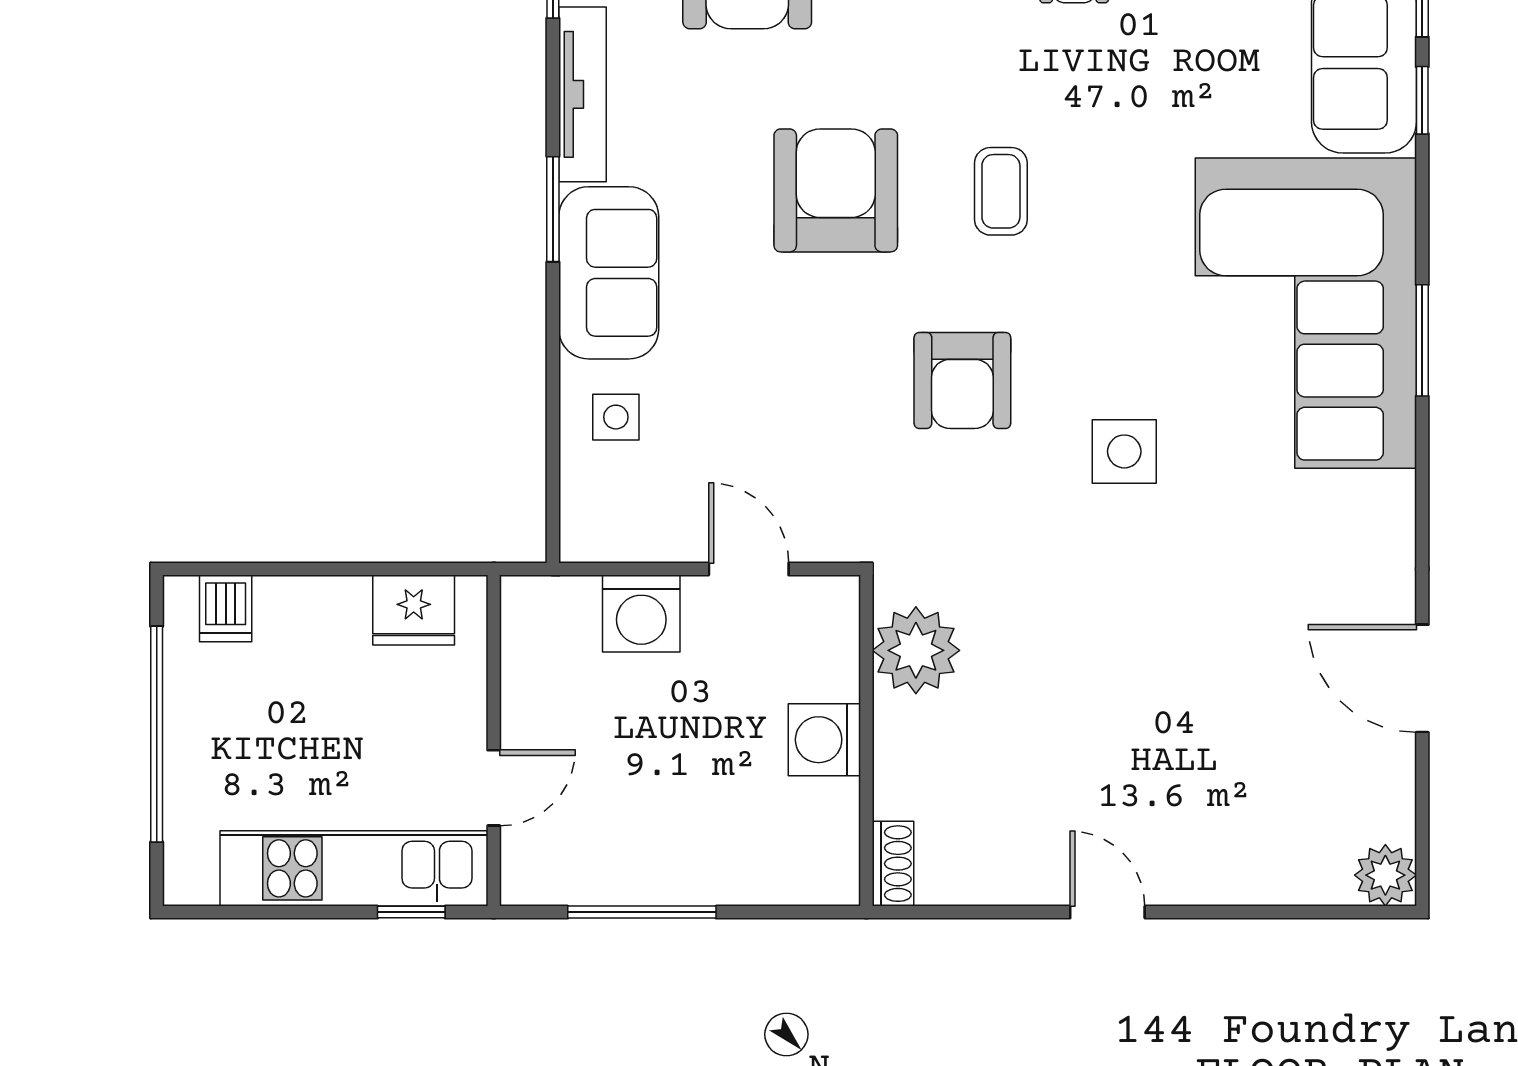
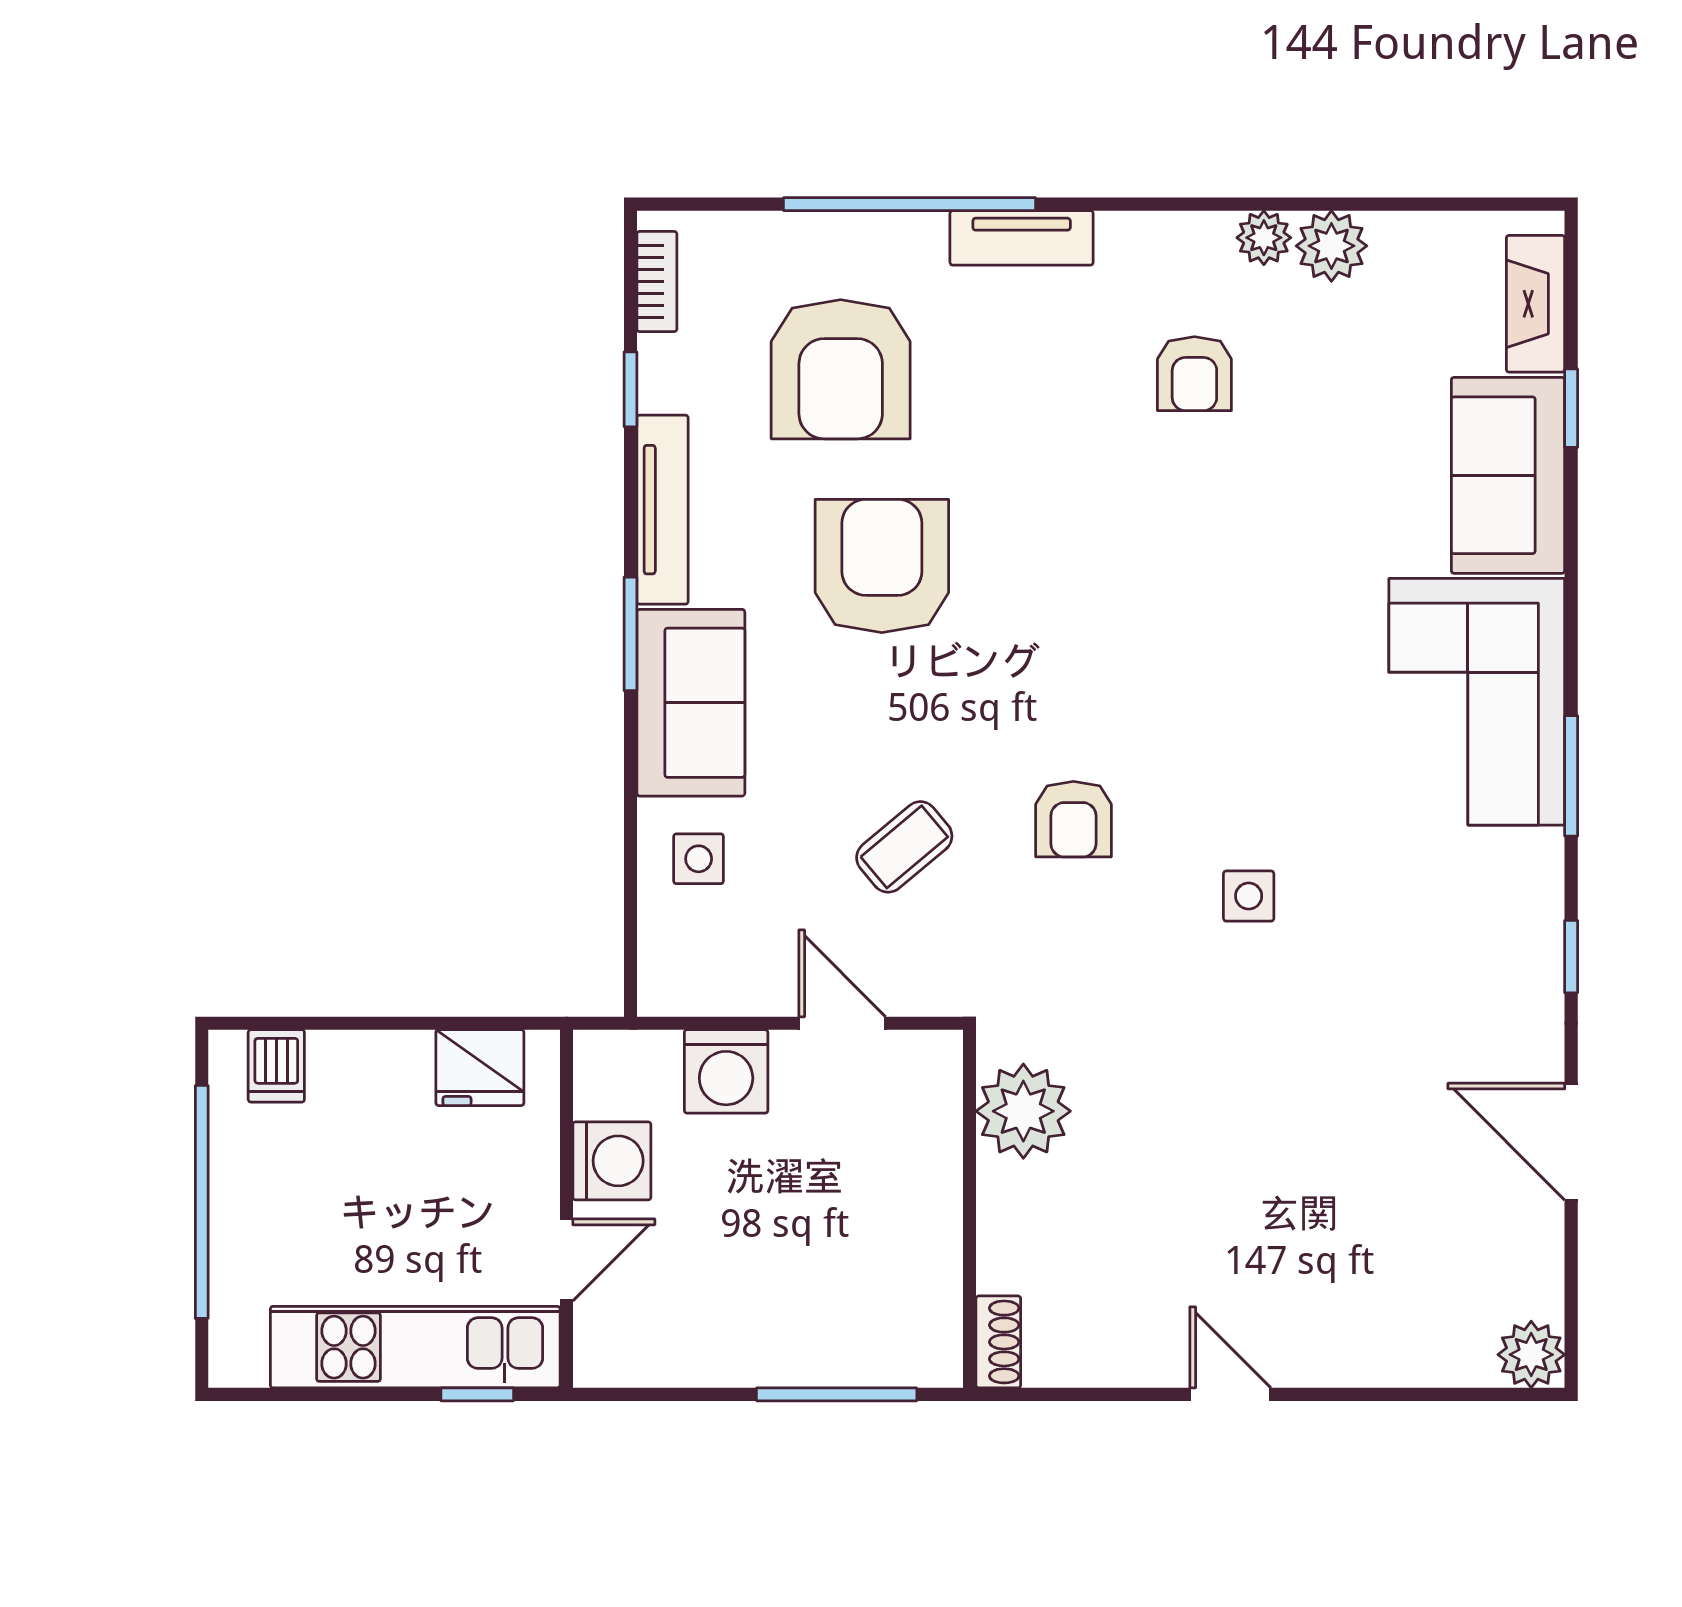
window: (1422, 100) -> (1571, 957), moved
armchair: (836, 190) -> (882, 566), moved
coffee table: (1001, 191) -> (904, 847), moved, turned 50
corner sofa: (1306, 313) -> (1477, 702), width x0.73, depth x0.74
armchair: (962, 380) -> (1073, 819), width x0.72, depth x0.72
side table: (1124, 451) -> (1249, 896), width x0.73, depth x0.73
washing machine: (824, 740) -> (612, 1161), moved, turned 180
window: (642, 912) -> (837, 1394), moved

